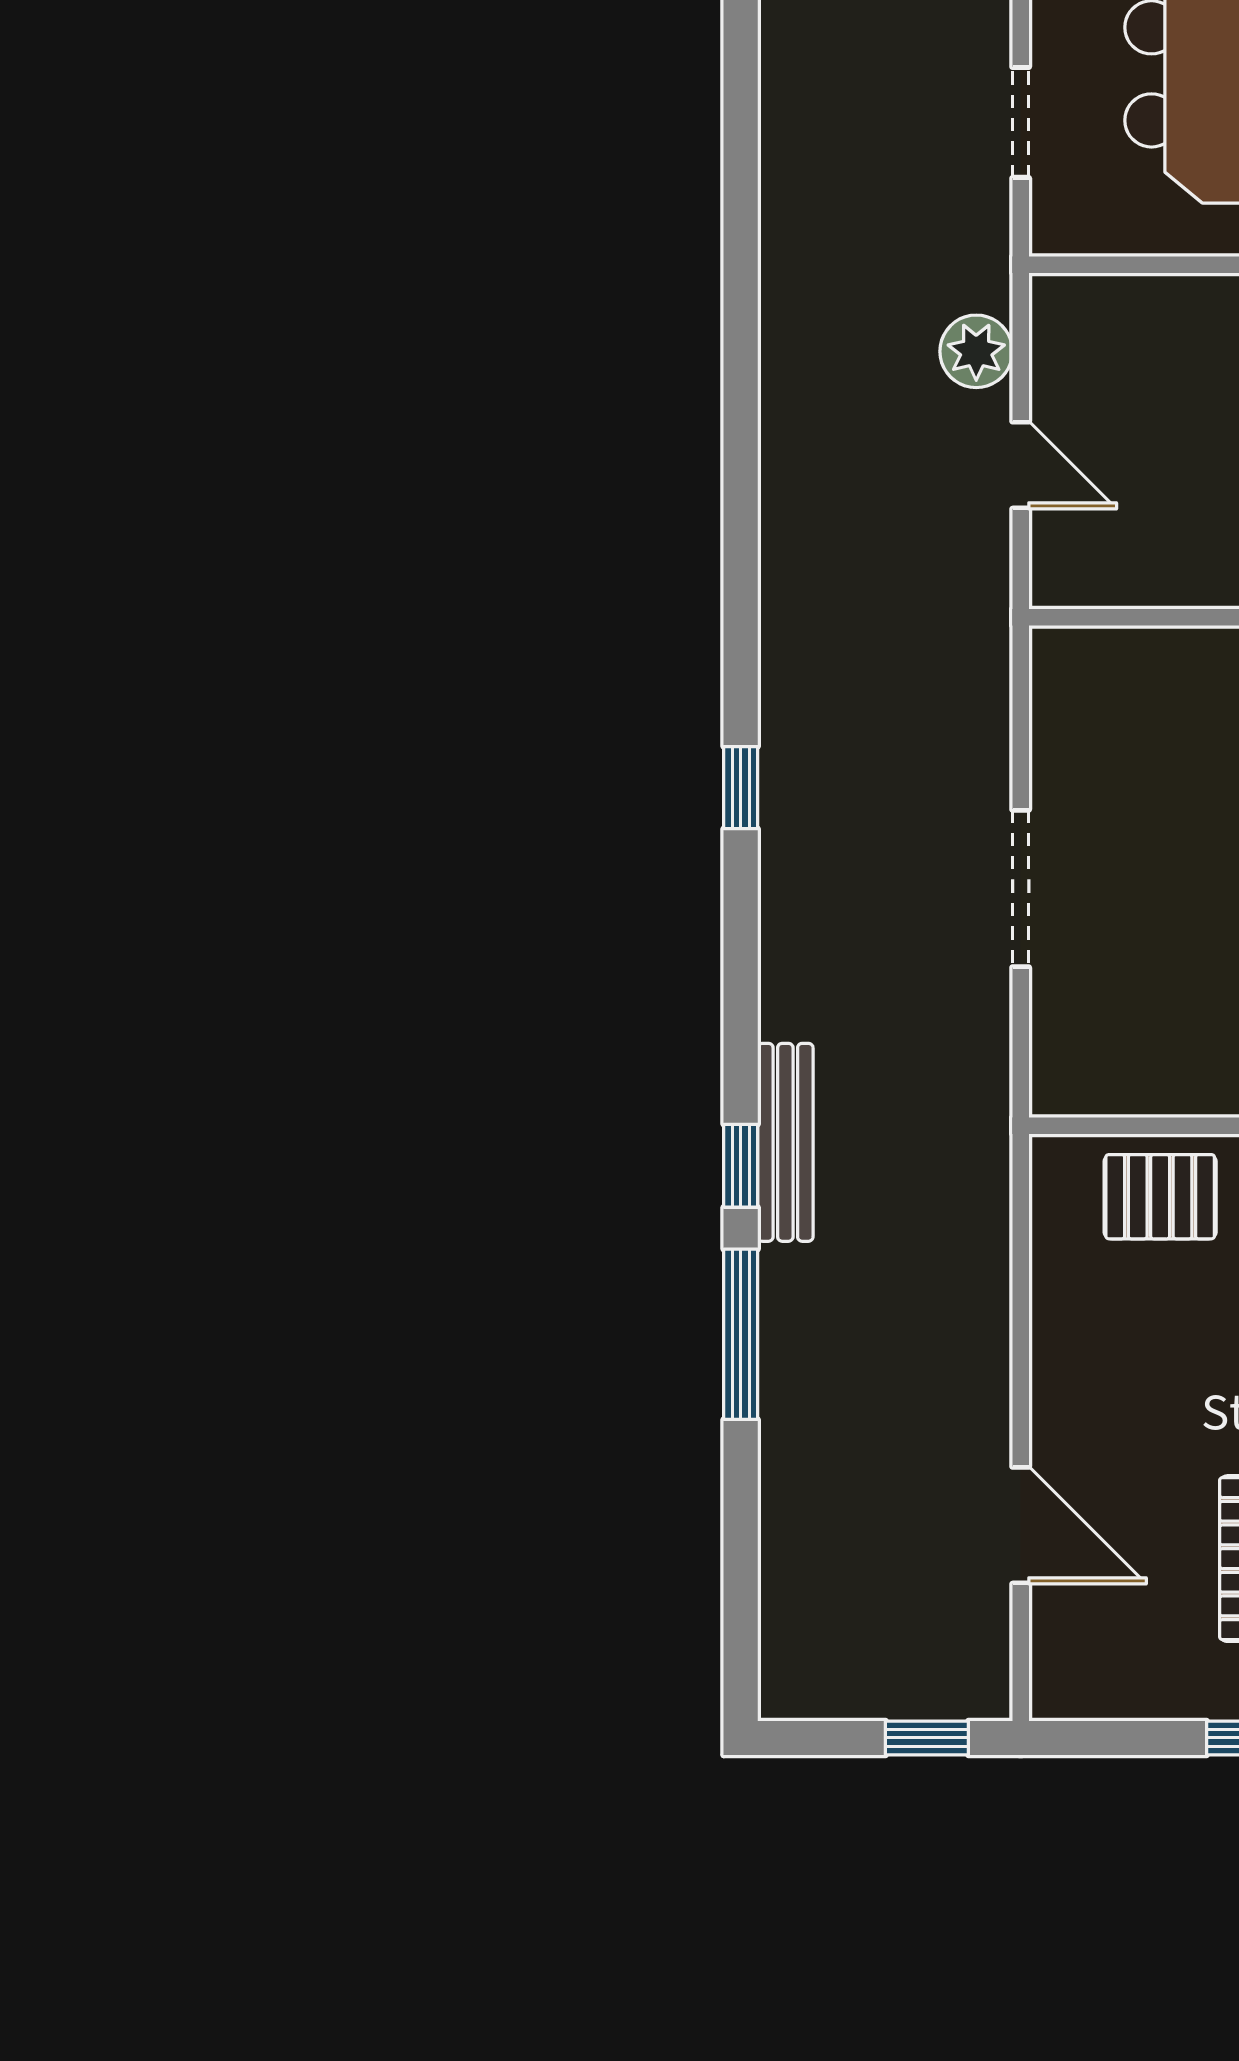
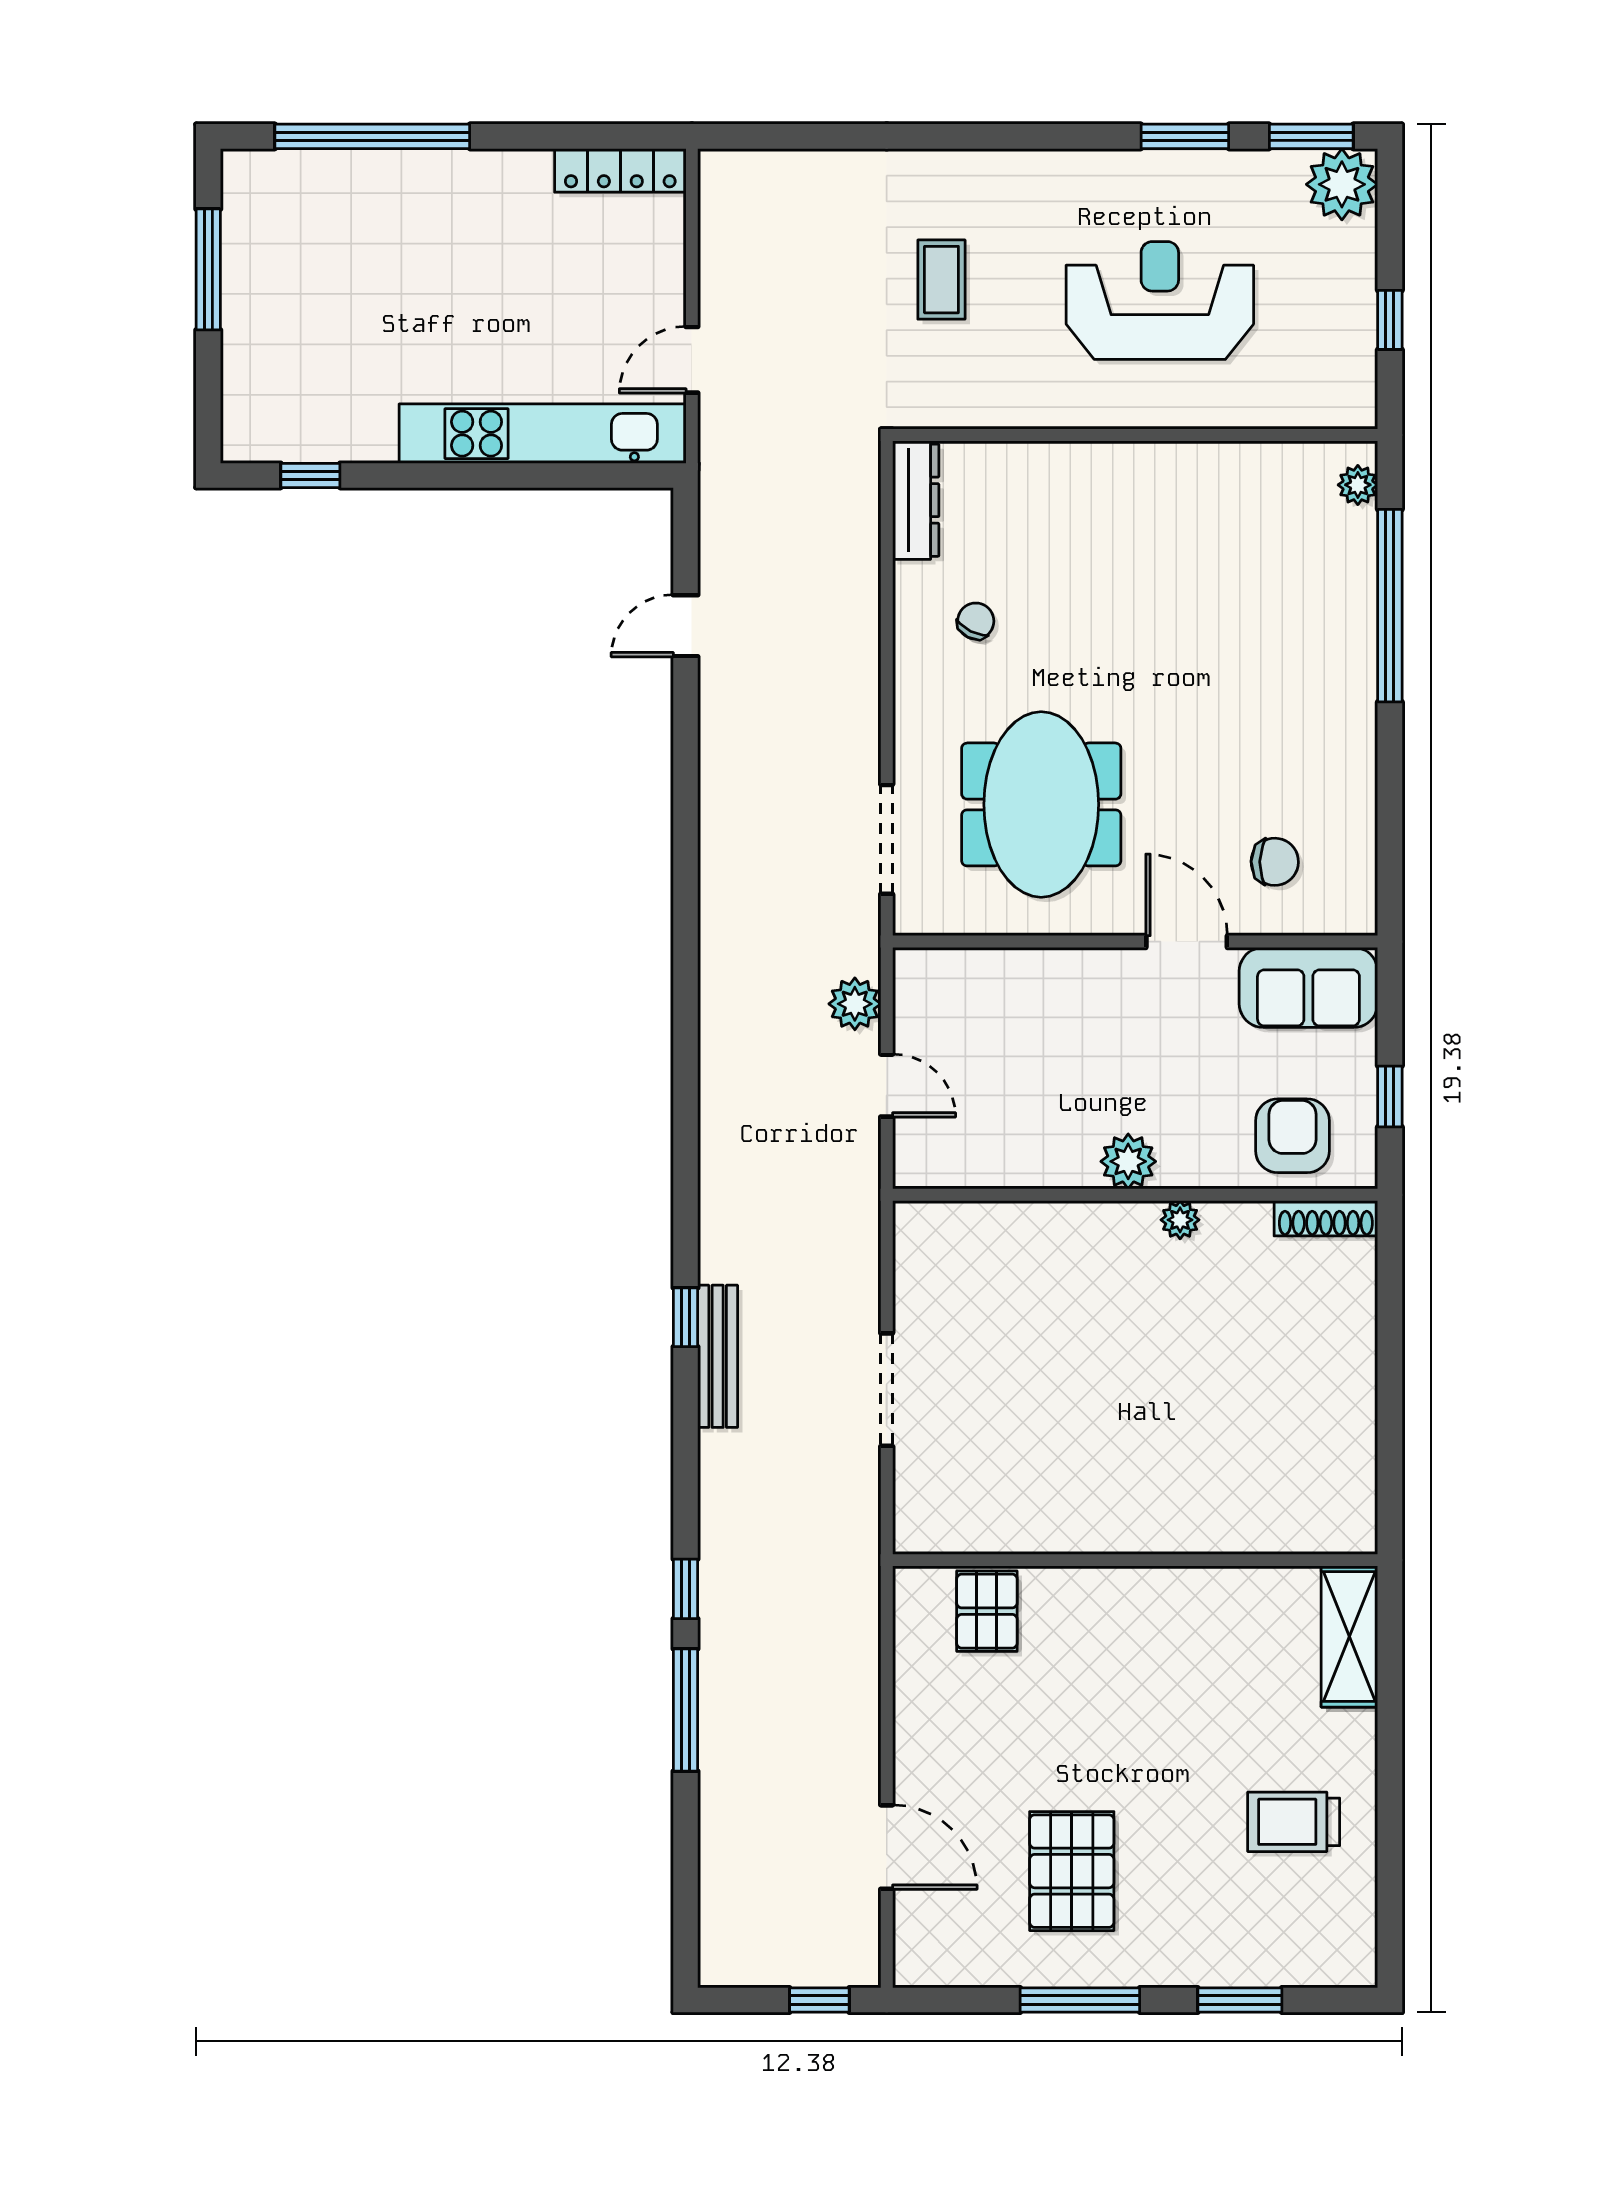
doorway: (1021, 122) -> (887, 839), width x1.38
bench: (785, 1142) -> (718, 1356), moved
pallet: (1160, 1197) -> (987, 1611), turned 90

